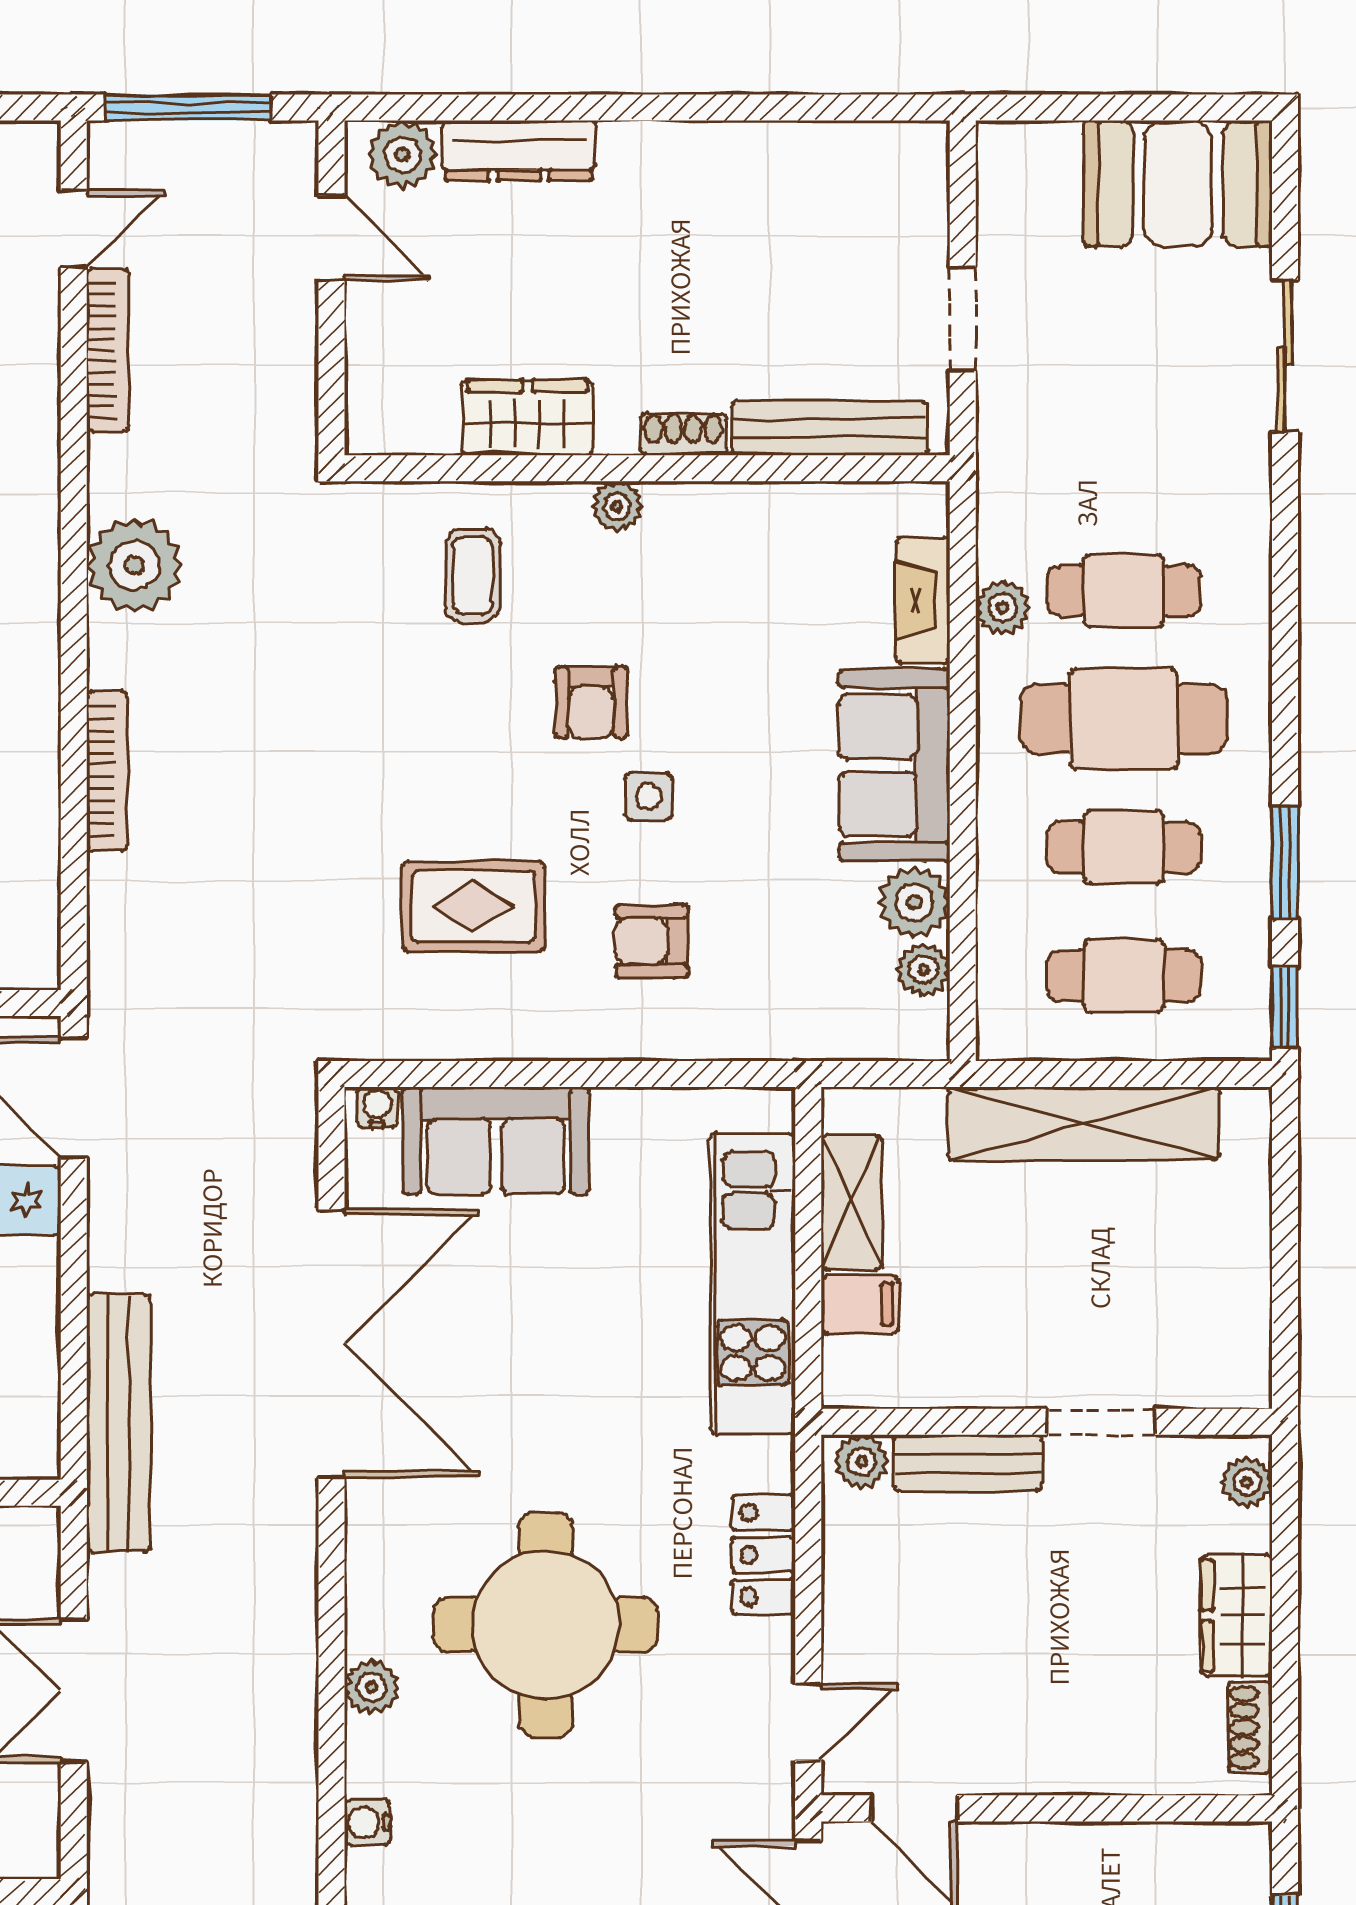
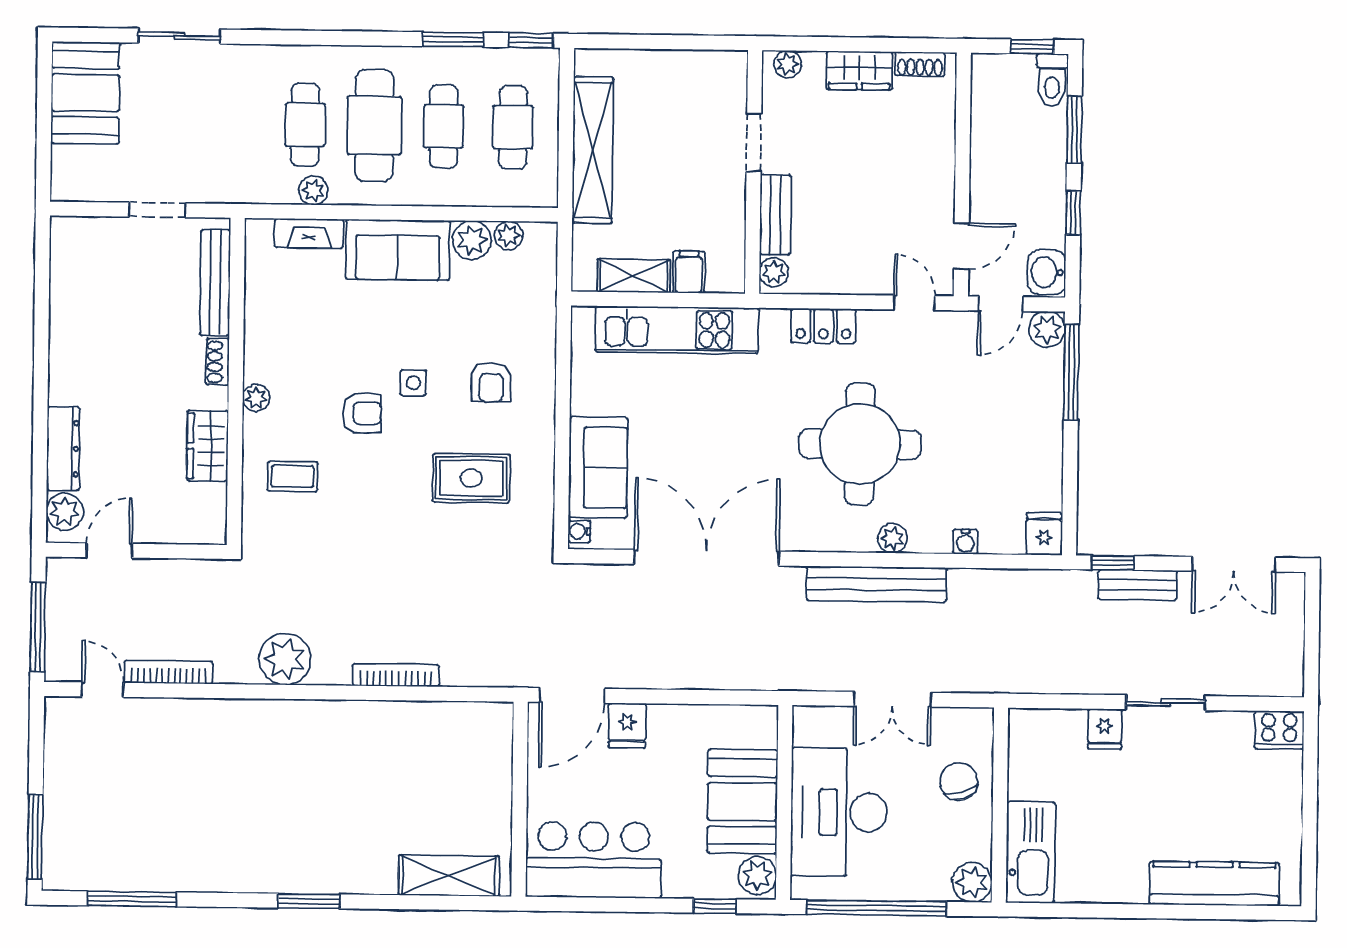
rug: (474, 906) -> (471, 478), turned 90
bench: (119, 1423) -> (877, 584), moved

